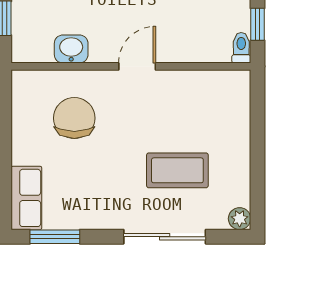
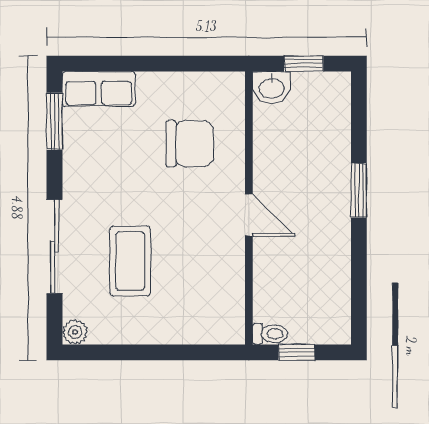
washbasin: (71, 49) -> (272, 88), moved, turned 90

